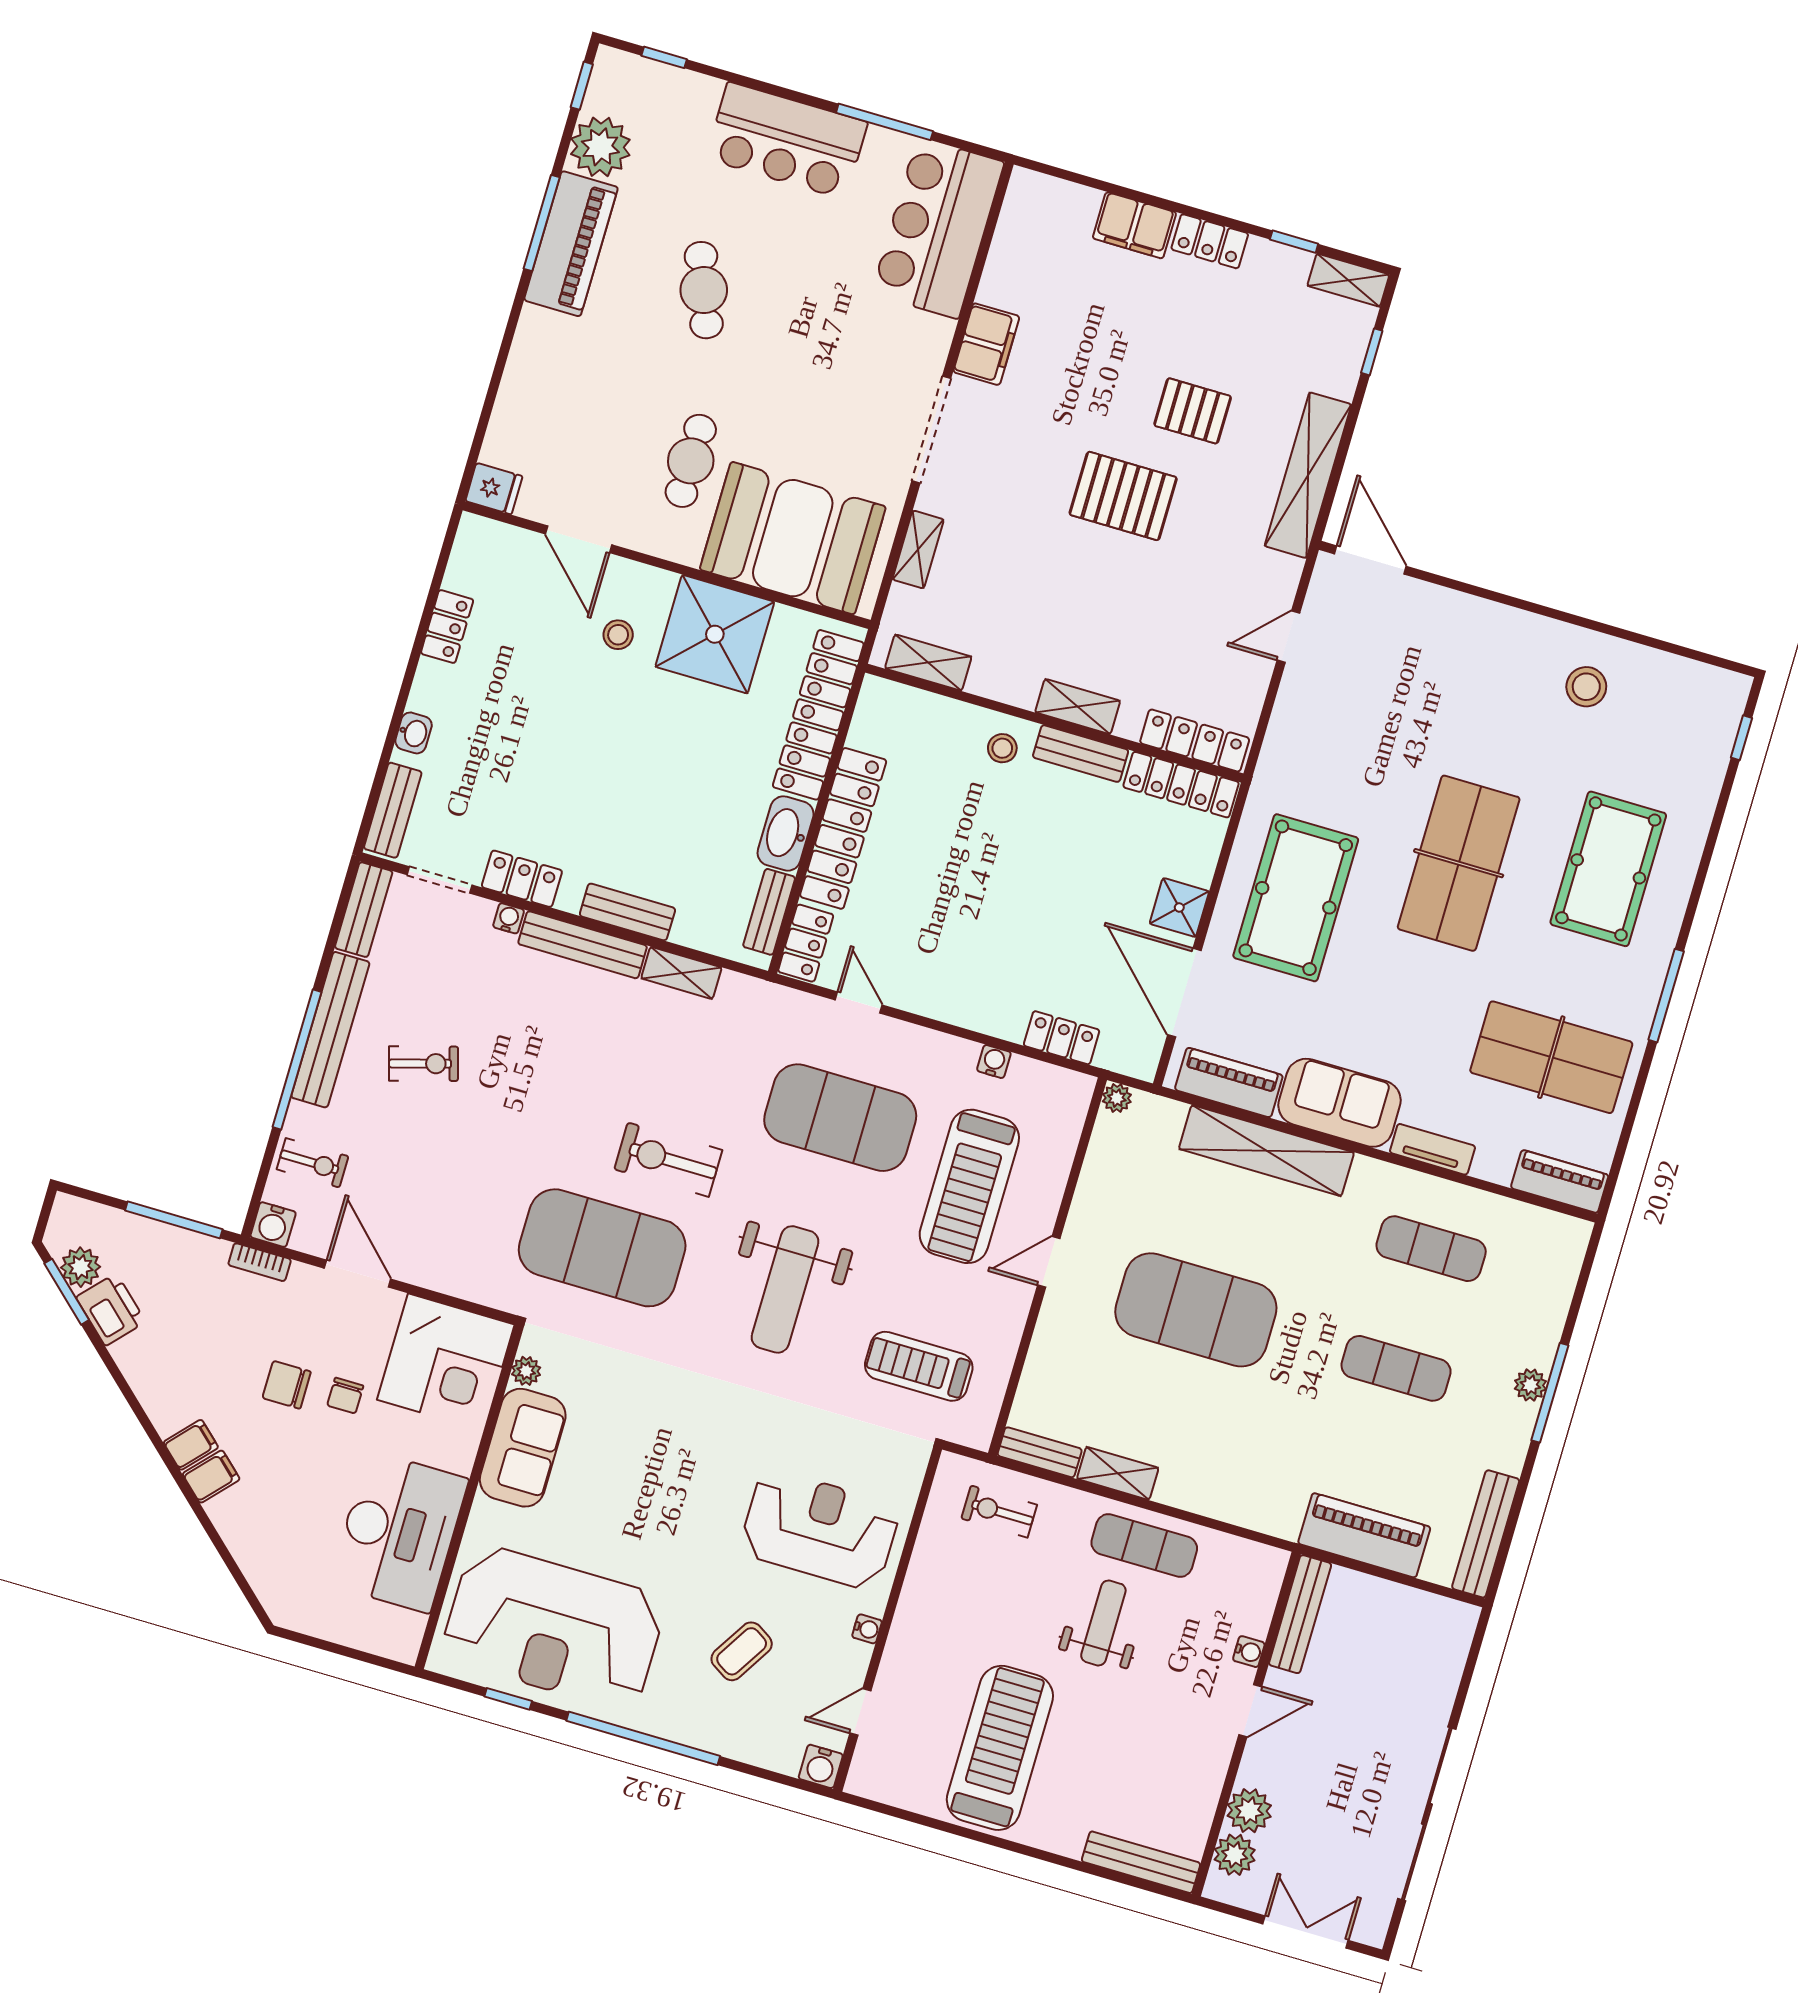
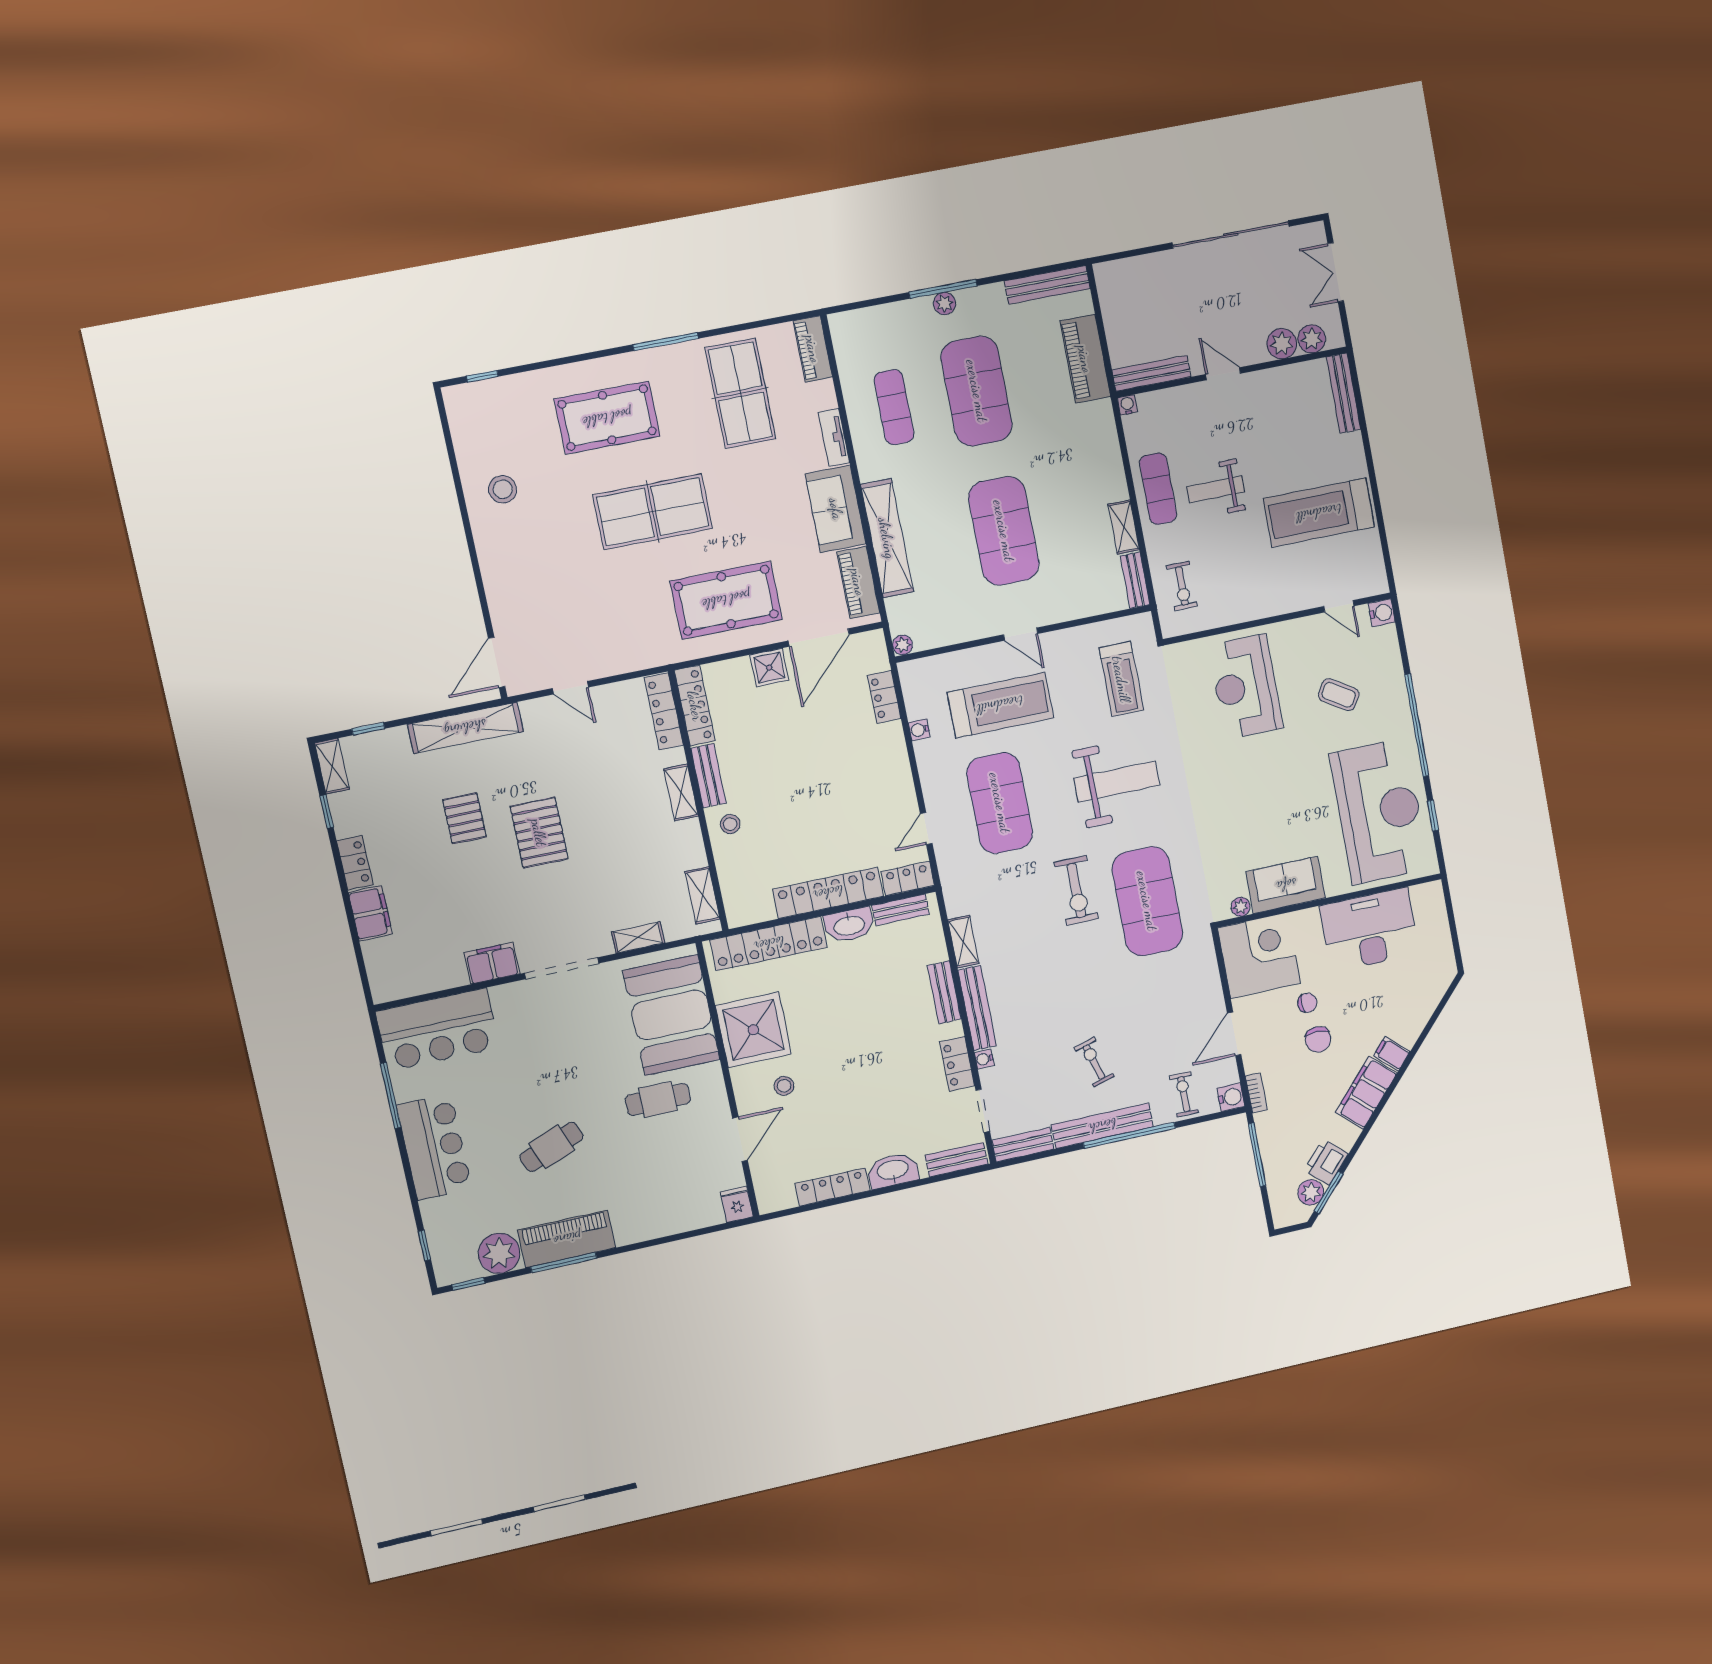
locker: (447, 627) -> (832, 1187), width x1.53
washbasin: (414, 733) -> (893, 1170), width x1.91, depth x1.45
exercise mat: (1396, 1368) -> (977, 391), width x2.00, depth x1.45
filing cabinet: (191, 1445) -> (1366, 1093), width x3.00, depth x1.17
water cooler: (867, 1629) -> (1289, 628), removed
water cooler: (1249, 1652) -> (1127, 405), moved

